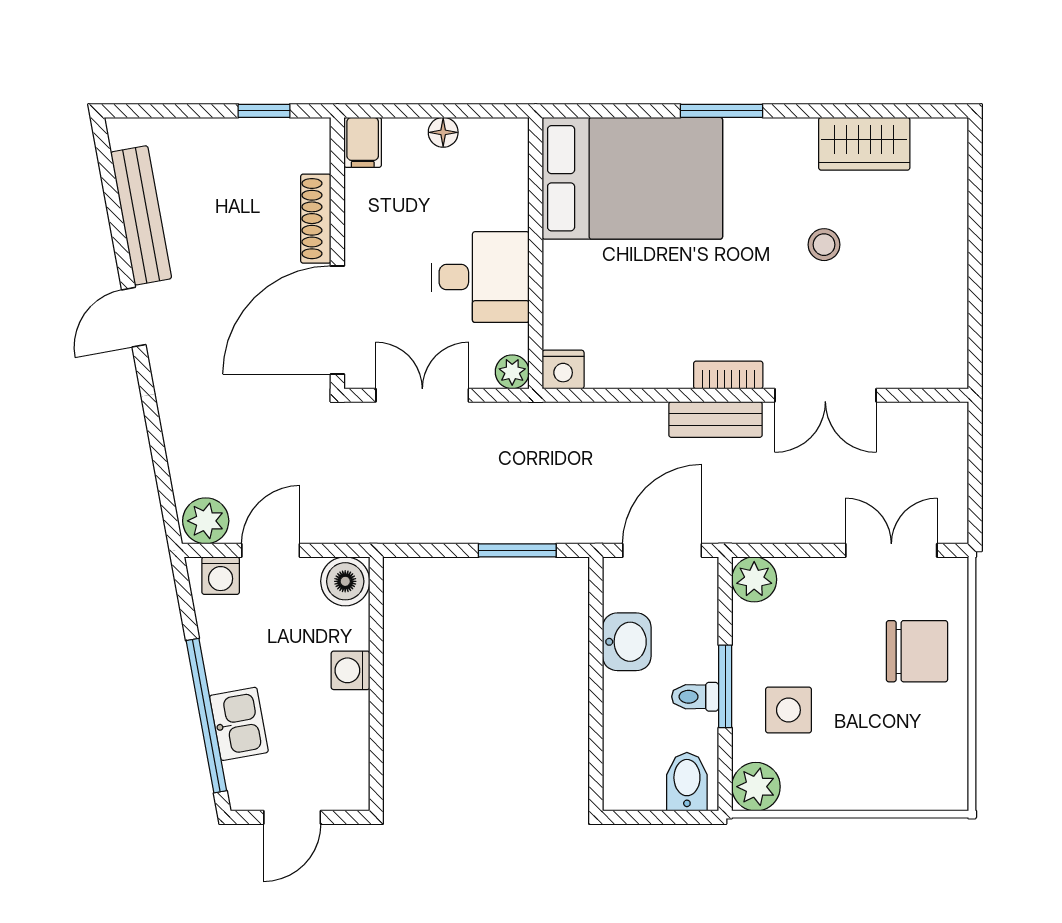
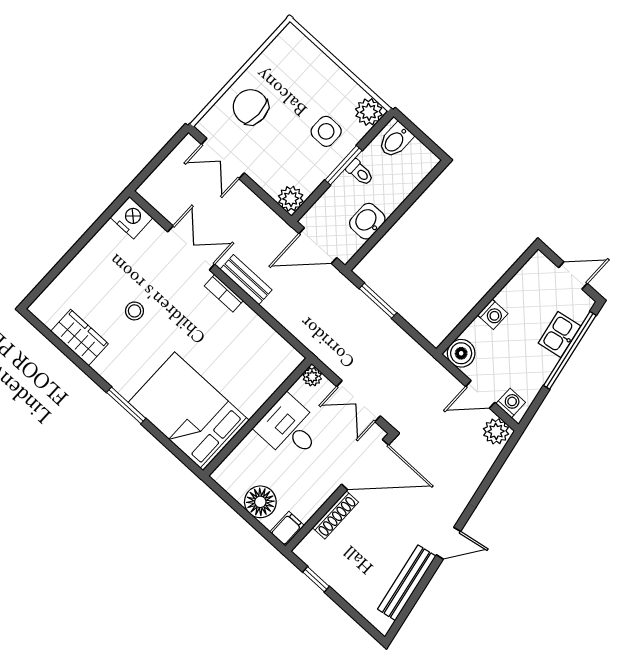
floor lamp: (443, 132) -> (260, 502), width x1.89, depth x1.89
nightstand: (563, 369) -> (131, 218), moved, width x1.36, depth x1.33

